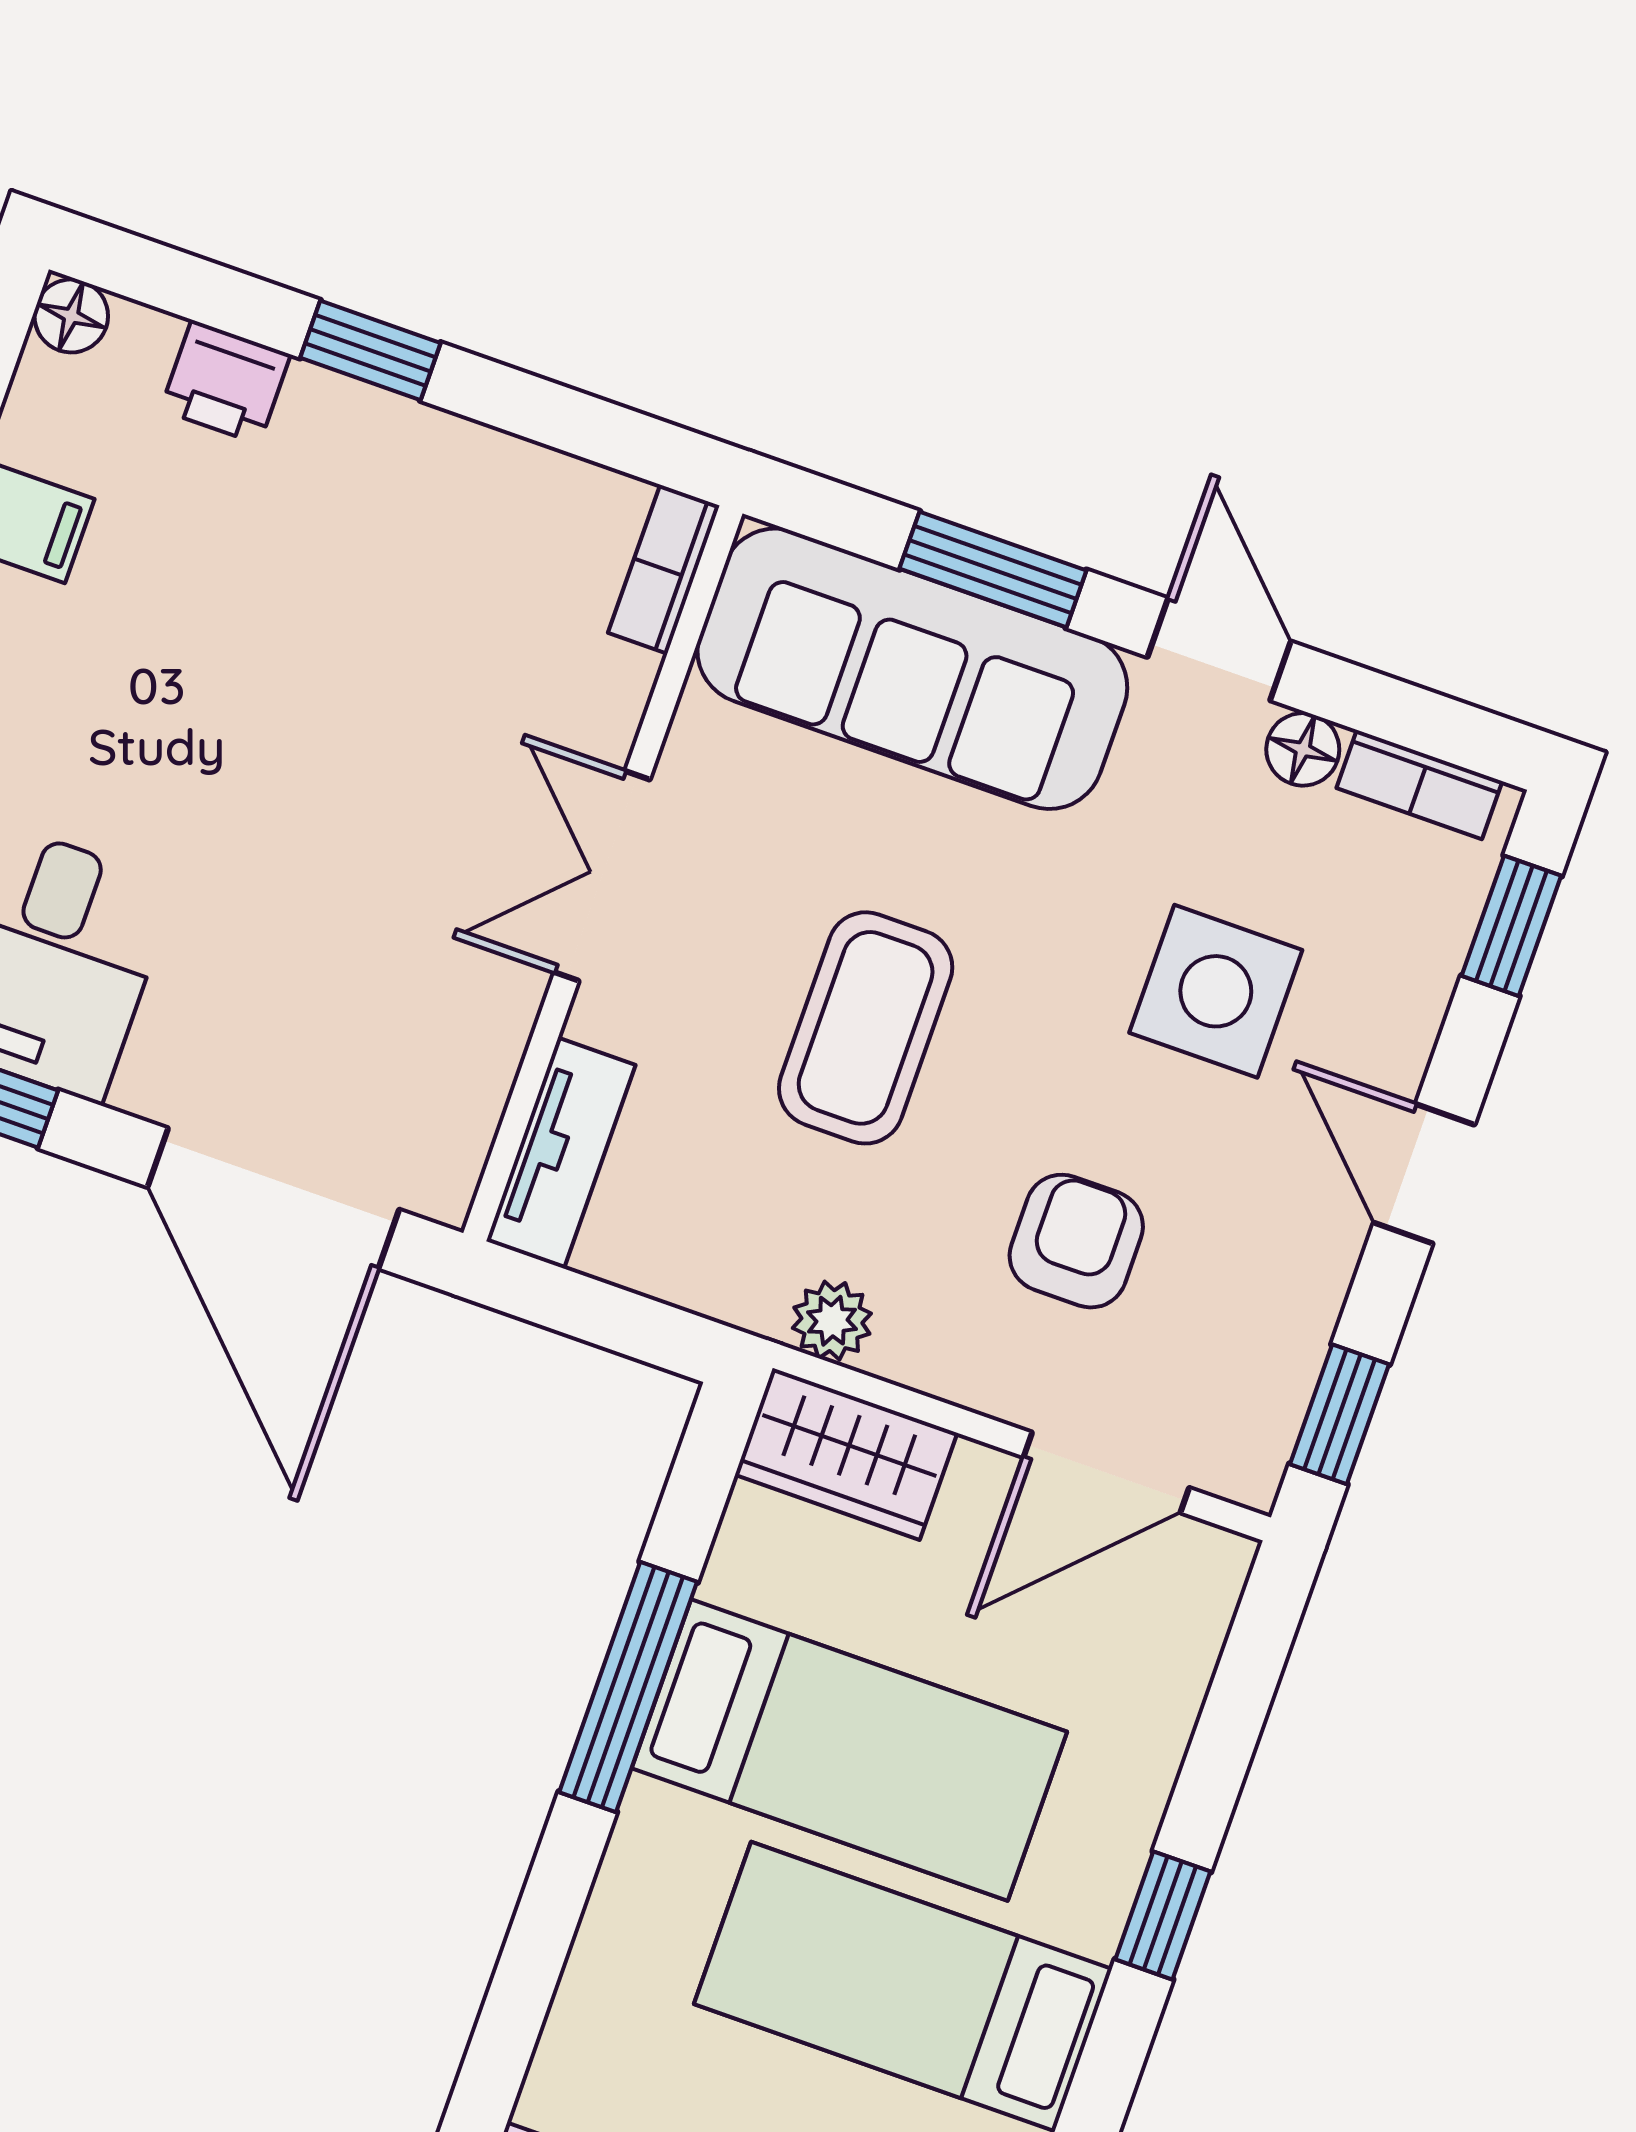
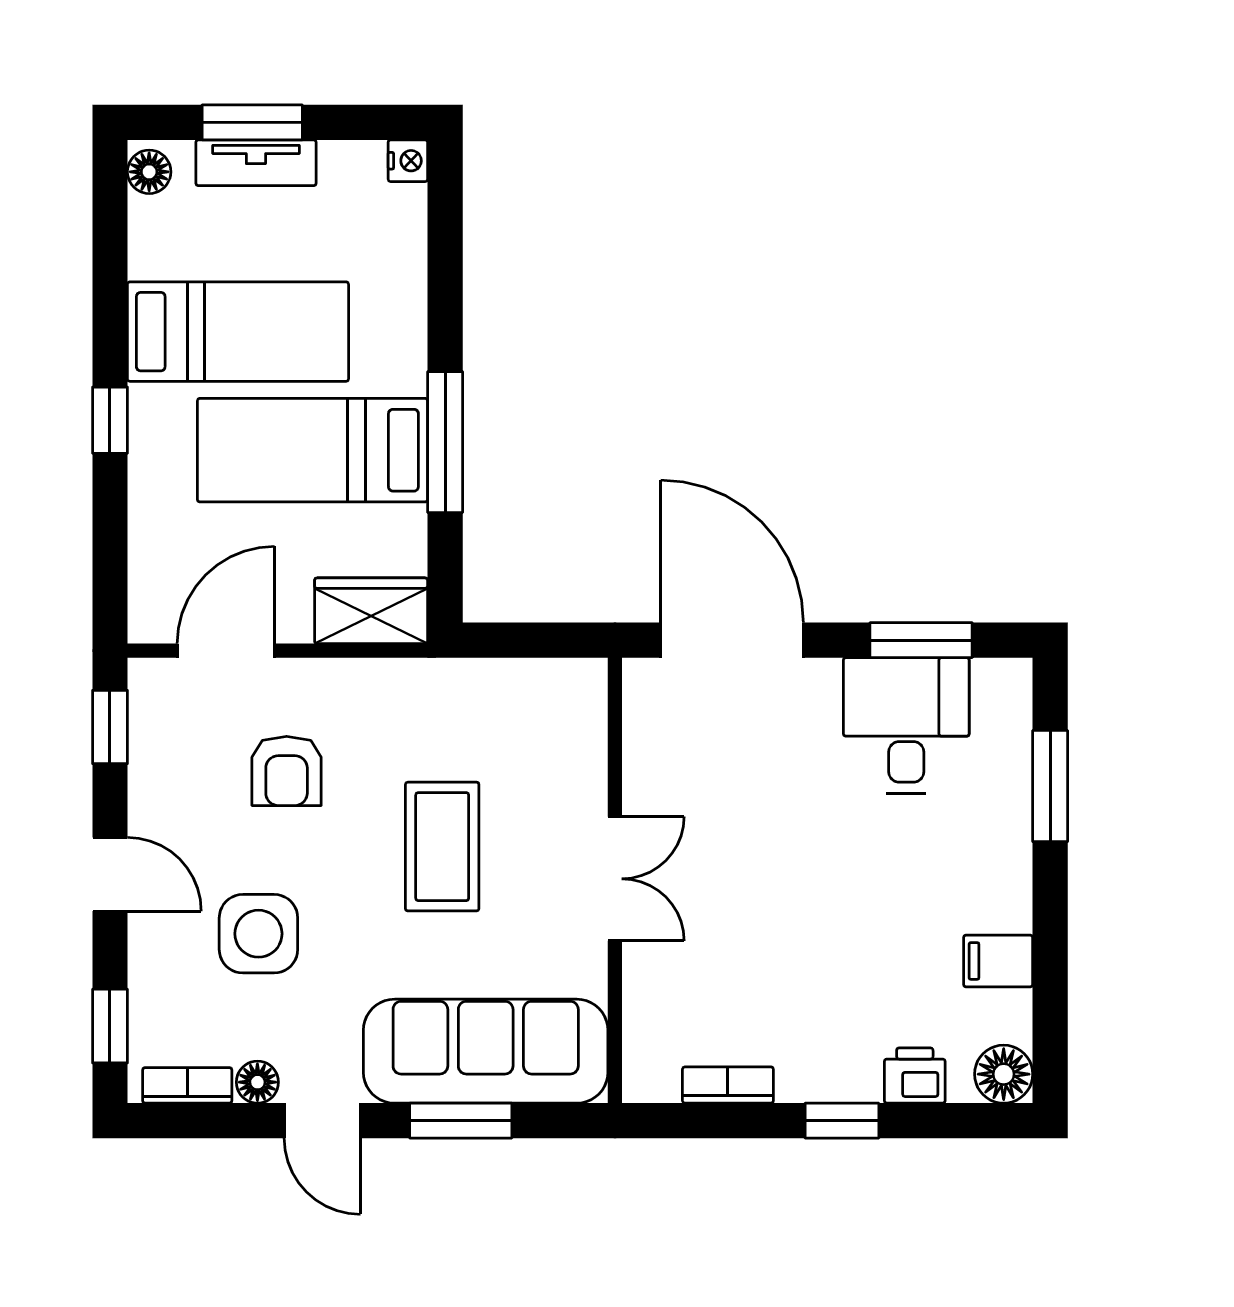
floor lamp: (71, 316) -> (1004, 1074), width x1.37, depth x1.37
bookcase: (664, 569) -> (728, 1085), moved, turned -90
tv unit: (561, 1153) -> (584, 720), removed
plant: (832, 1321) -> (404, 681), removed

